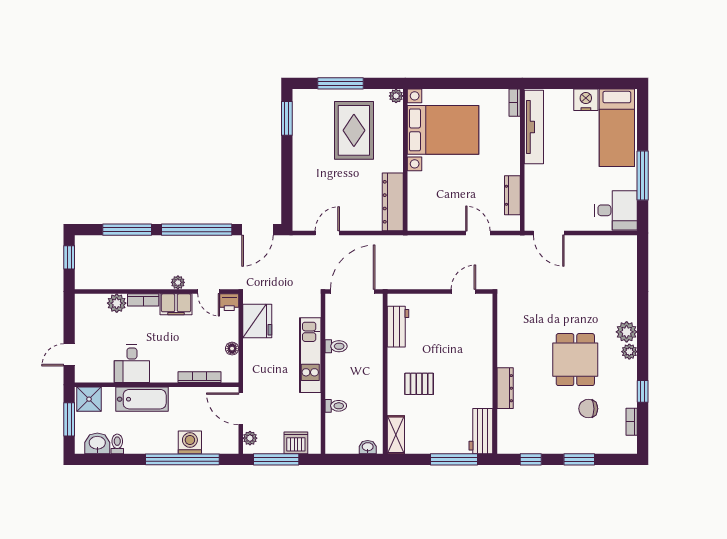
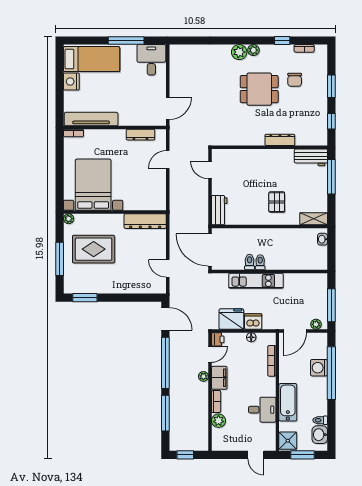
workbench: (398, 327) -> (219, 210), moved, turned 90
toilet: (336, 406) -> (260, 262), moved
dishwasher: (296, 443) -> (253, 321), moved, turned 90

